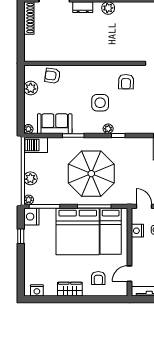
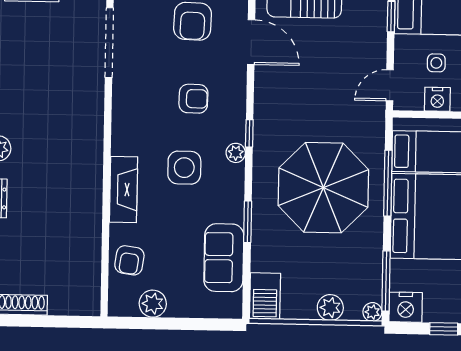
fireplace: (88, 72) -> (124, 189), added
armchair: (126, 82) -> (193, 99), moved
plant: (28, 129) -> (233, 310), removed

